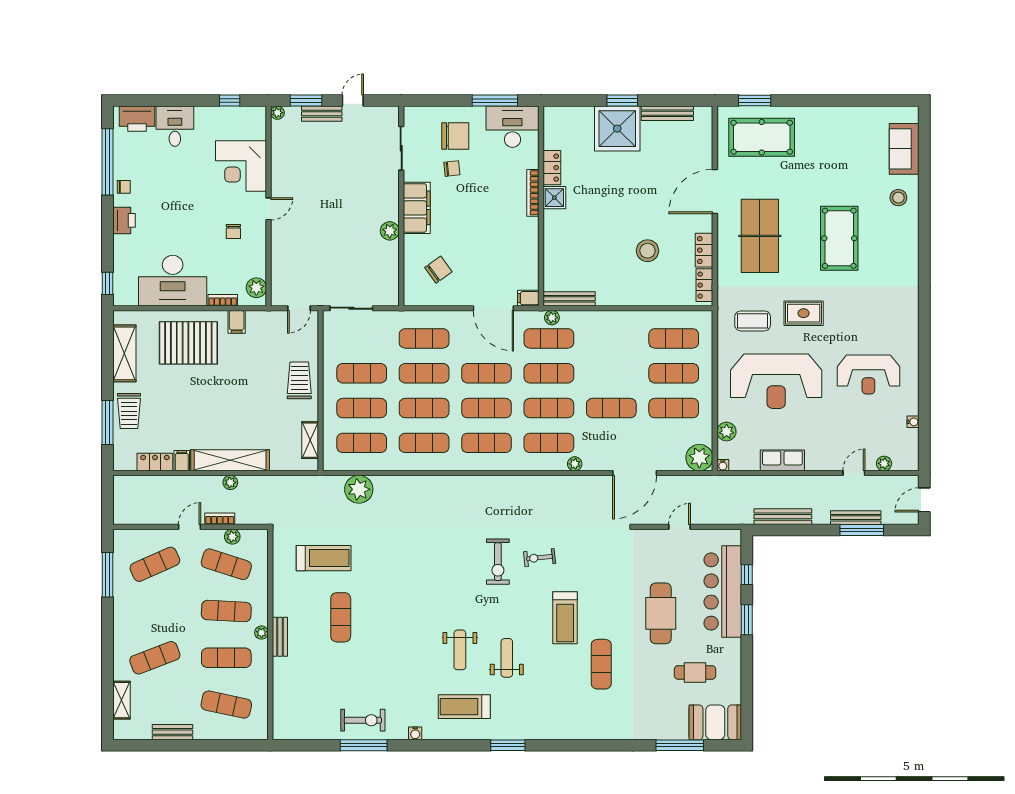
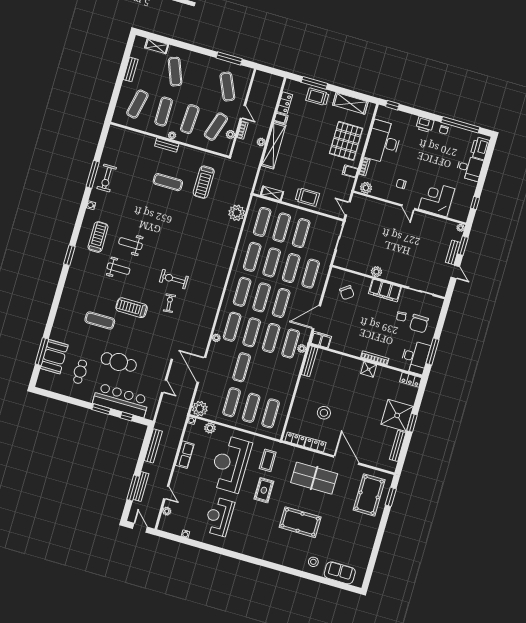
locker: (552, 168) -> (411, 380), moved
filing cabinet: (528, 298) -> (321, 340), width x2.00
booth: (715, 722) -> (54, 357), moved

